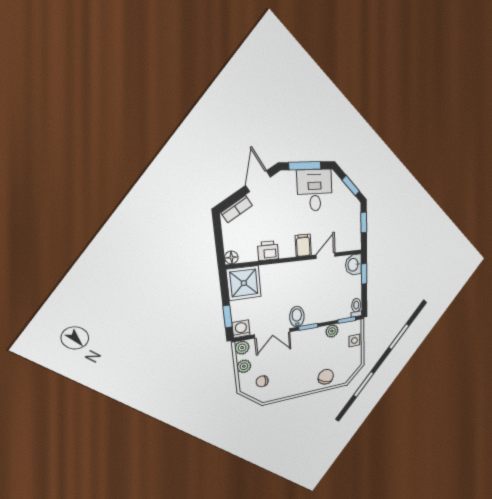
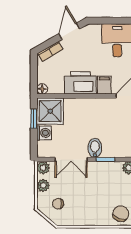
window: (305, 166) -> (109, 21), removed
printer: (268, 251) -> (80, 83), width x1.87, depth x1.48
window: (228, 317) -> (34, 119), moved
washing machine: (241, 329) -> (44, 133), moved, turned 90

